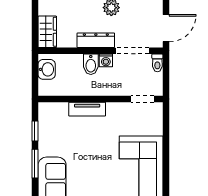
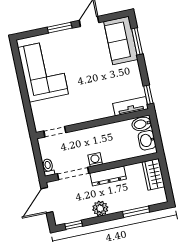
bidet: (91, 64) -> (142, 124), moved, turned -90
tv unit: (87, 109) -> (131, 106), moved
window: (35, 131) -> (148, 95), moved
window: (35, 164) -> (137, 41), moved

